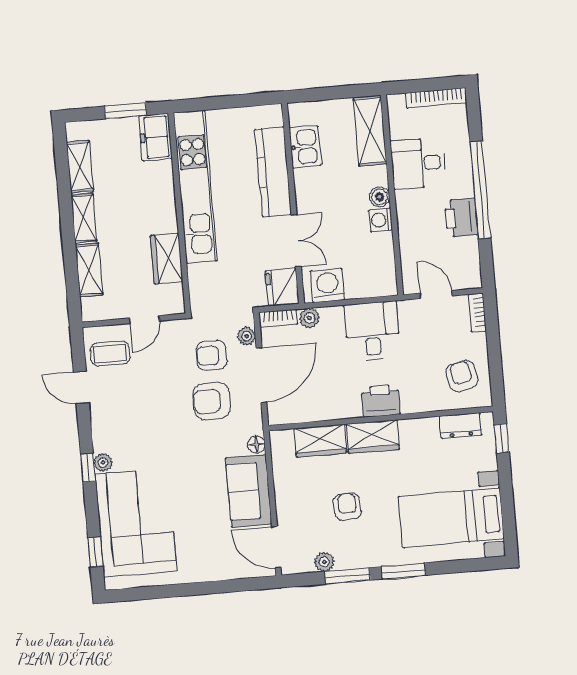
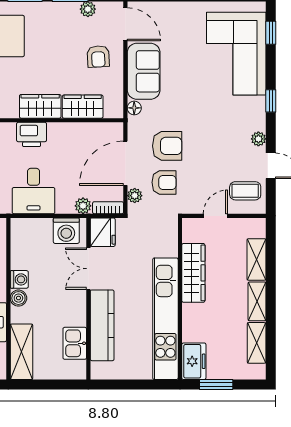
wardrobe: (167, 259) -> (193, 273), width x1.50
plant: (103, 463) -> (258, 139), moved
armchair: (347, 507) -> (98, 56), moved

